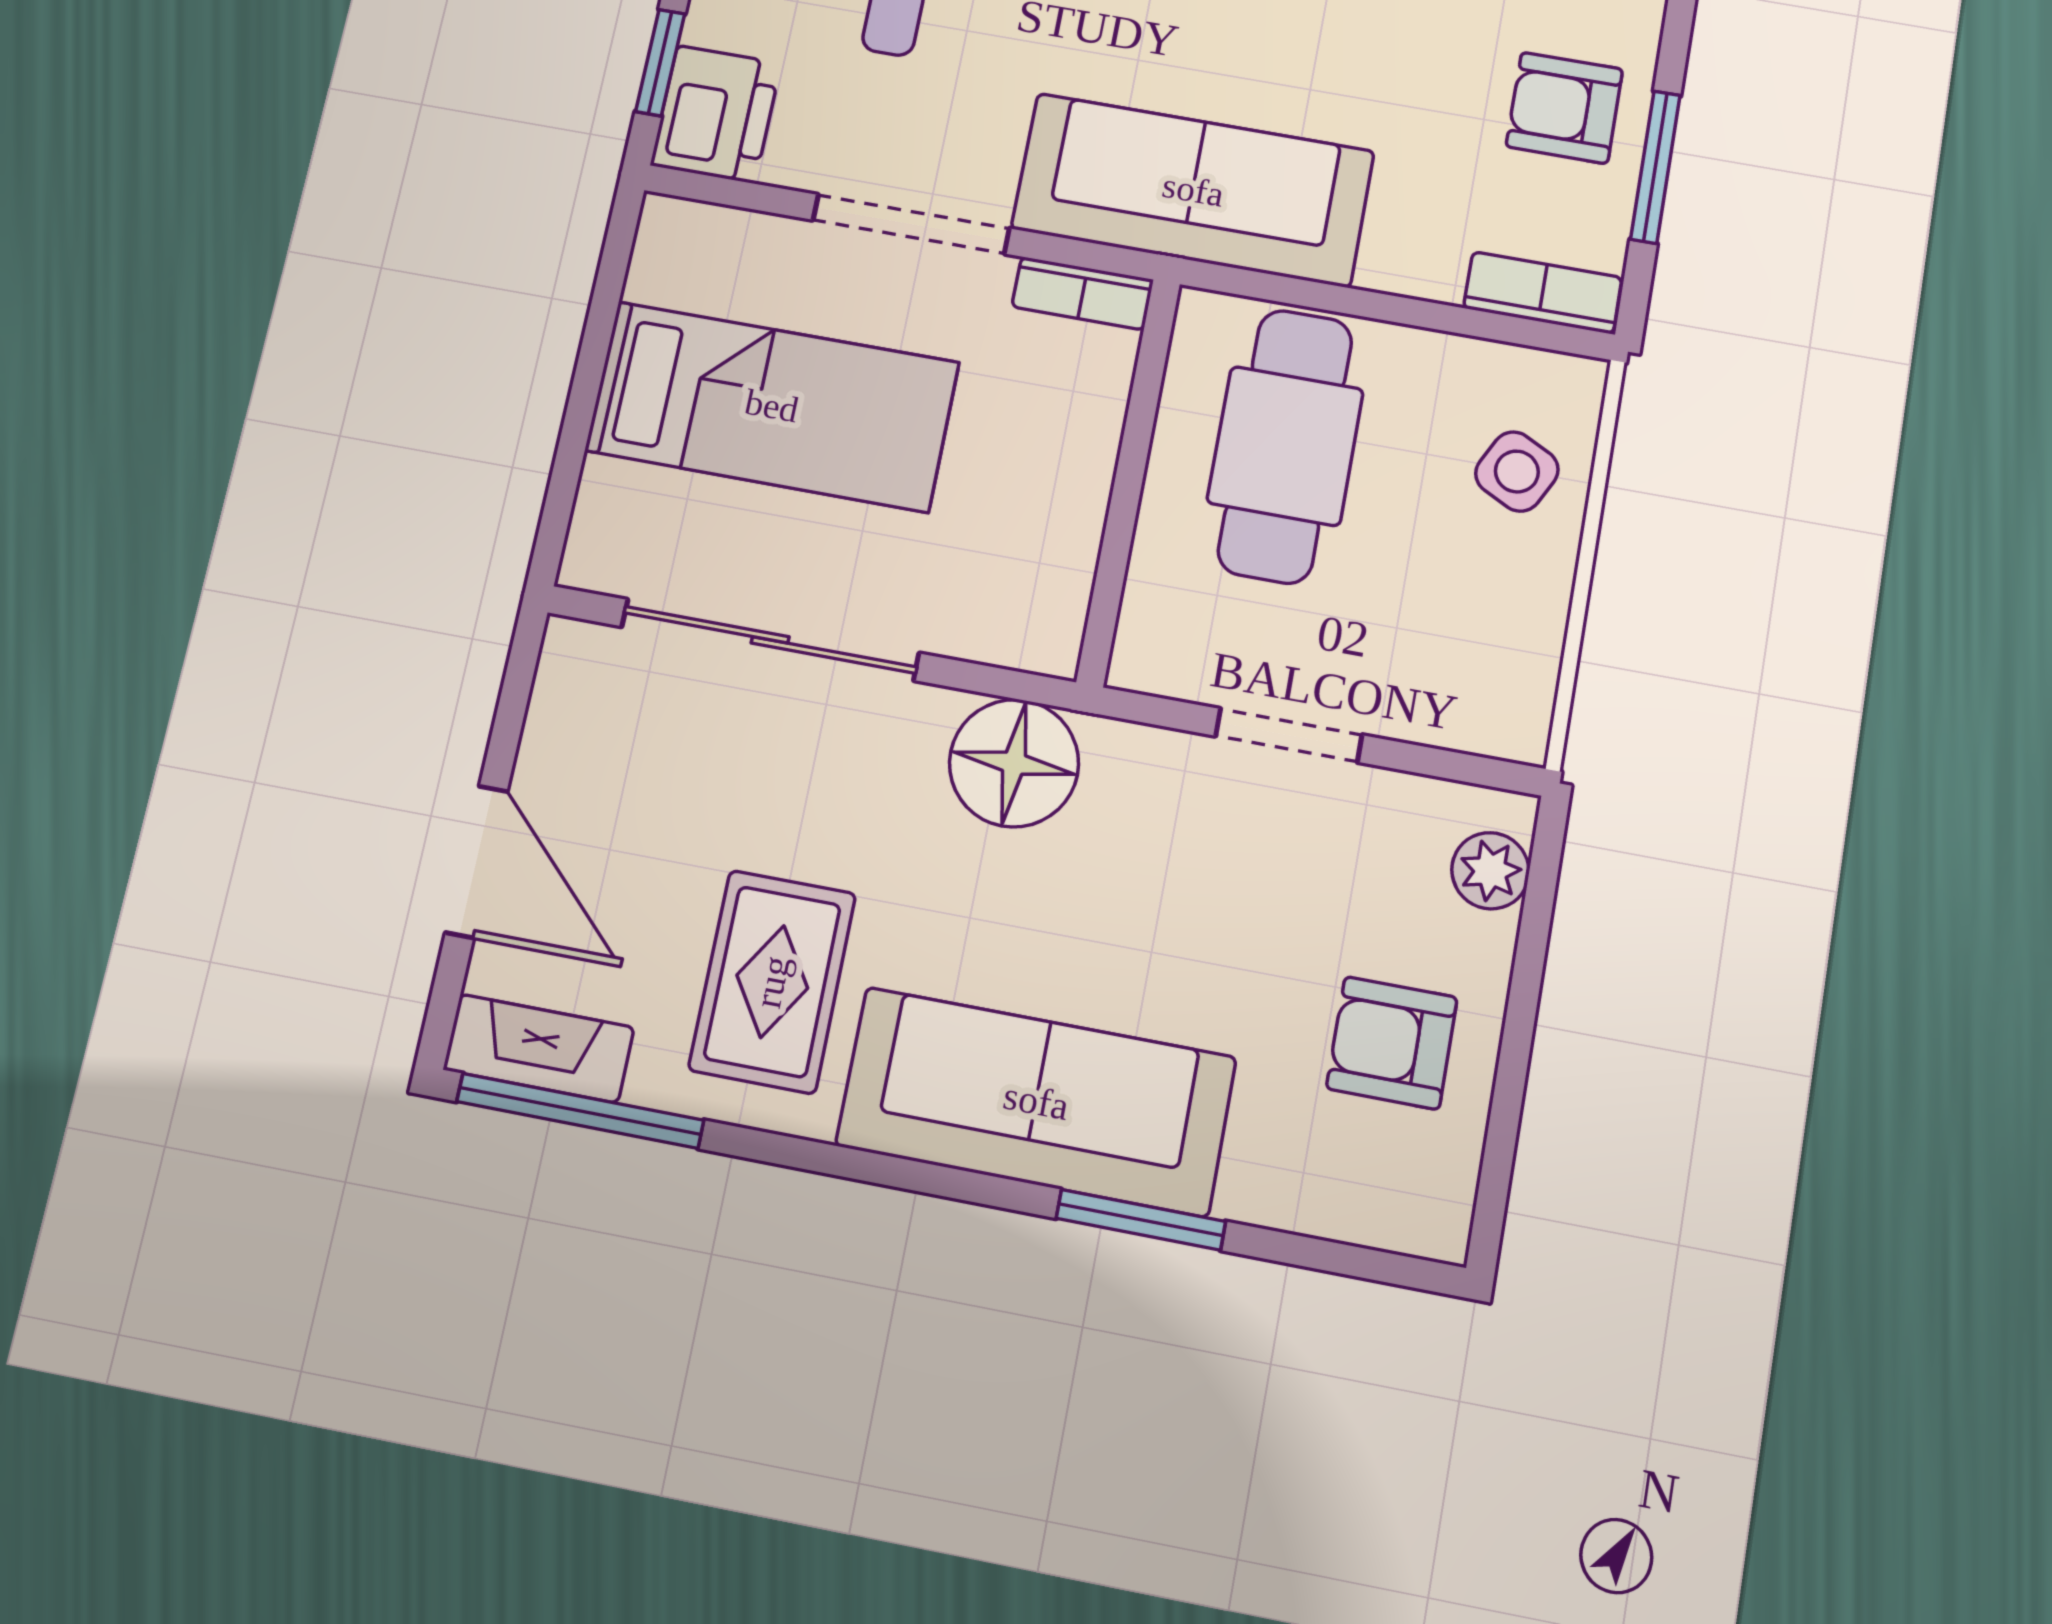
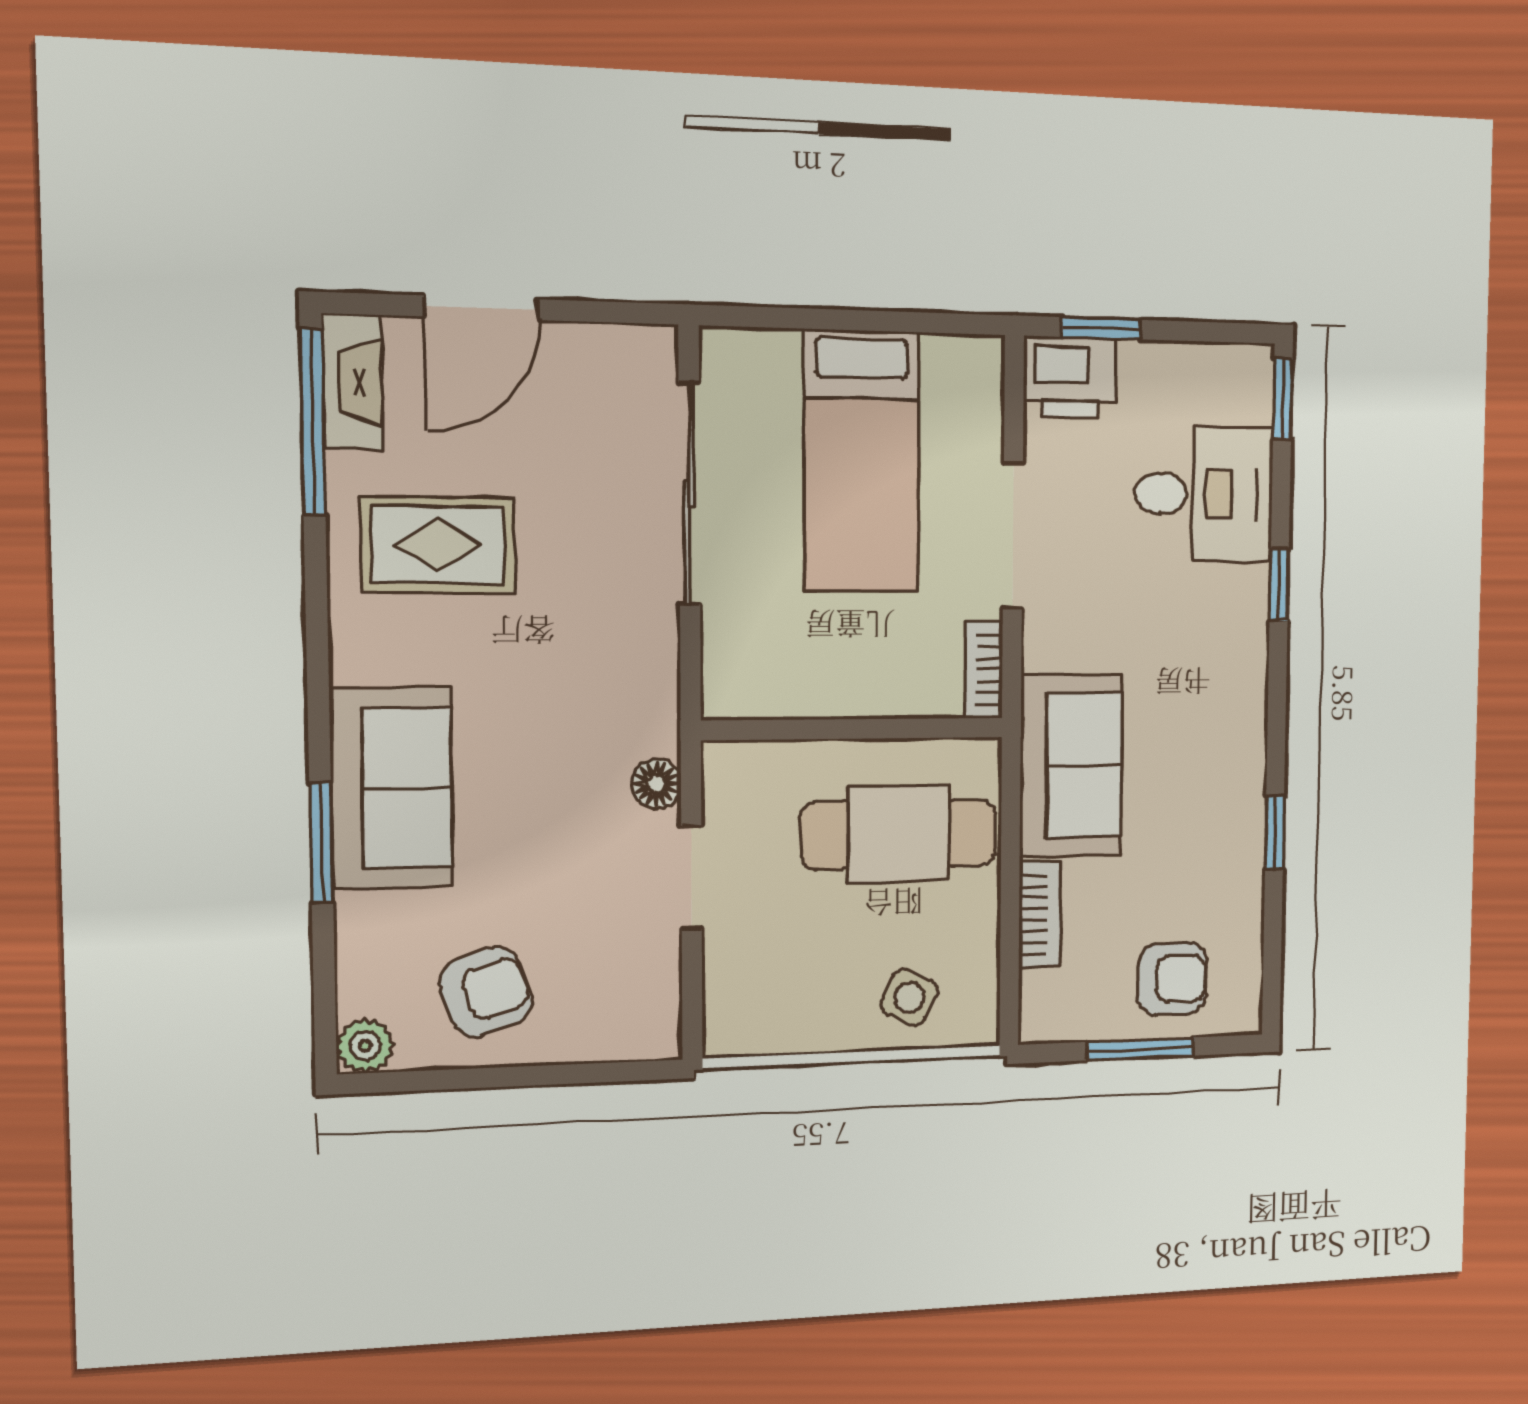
armchair: (1564, 108) -> (1172, 979), turned 90
sofa: (1193, 190) -> (1071, 766), width x0.73
bookcase: (1543, 293) -> (1040, 914), moved
floor lamp: (1014, 763) -> (656, 784), moved, width x0.53, depth x0.53
plant: (1490, 871) -> (365, 1046), moved
armchair: (1392, 1043) -> (486, 992), turned 71
sofa: (1036, 1101) -> (391, 788), width x0.73

